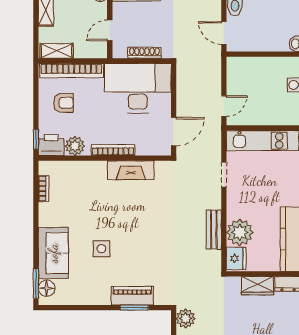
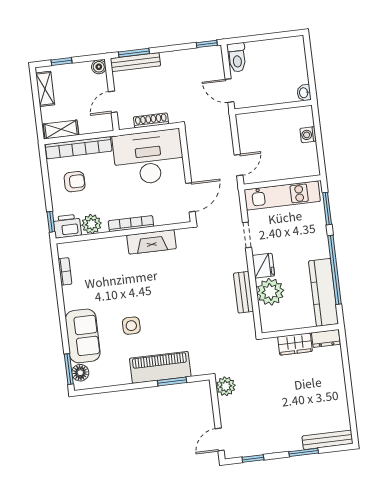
fridge: (236, 258) -> (263, 266), moved
piano: (132, 296) -> (160, 367), width x1.37, depth x1.33

